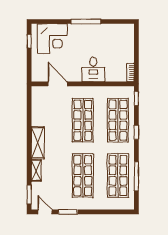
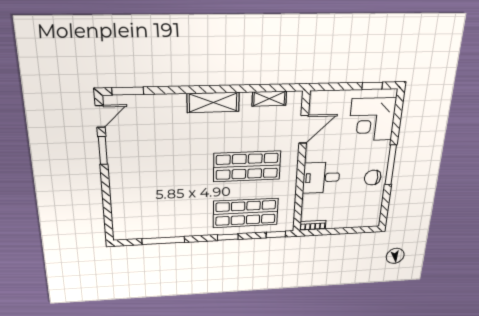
chair: (95, 33) -> (373, 178), added
shelving: (36, 170) -> (269, 99), moved
shop shelf: (83, 176) -> (162, 170), removed
shop shelf: (118, 176) -> (164, 217), removed

